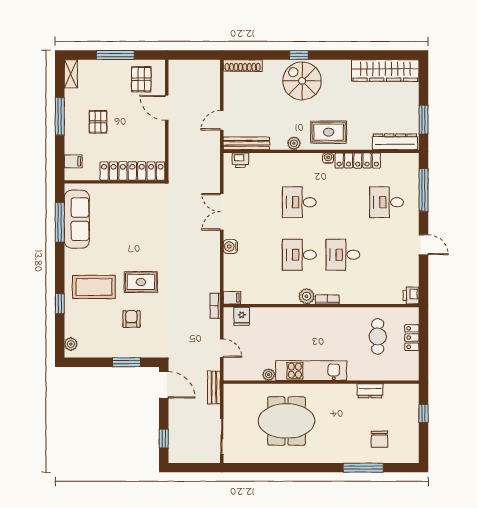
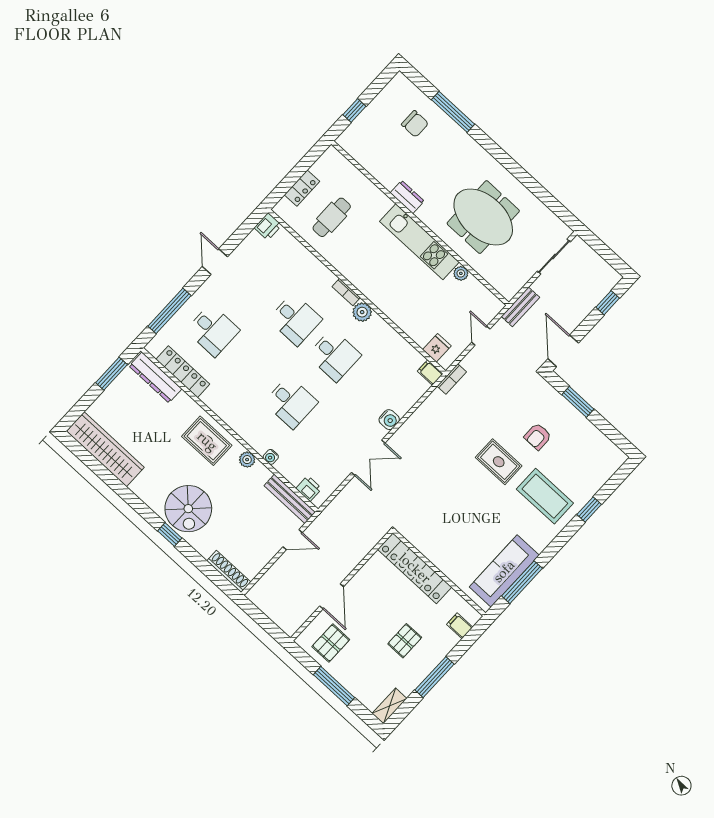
water cooler: (328, 158) -> (271, 457), moved
locker: (358, 161) -> (183, 372), moved
plant: (71, 344) -> (613, 464), removed
dresser: (370, 391) -> (407, 197), moved
chair: (379, 439) -> (415, 124), turned 90

